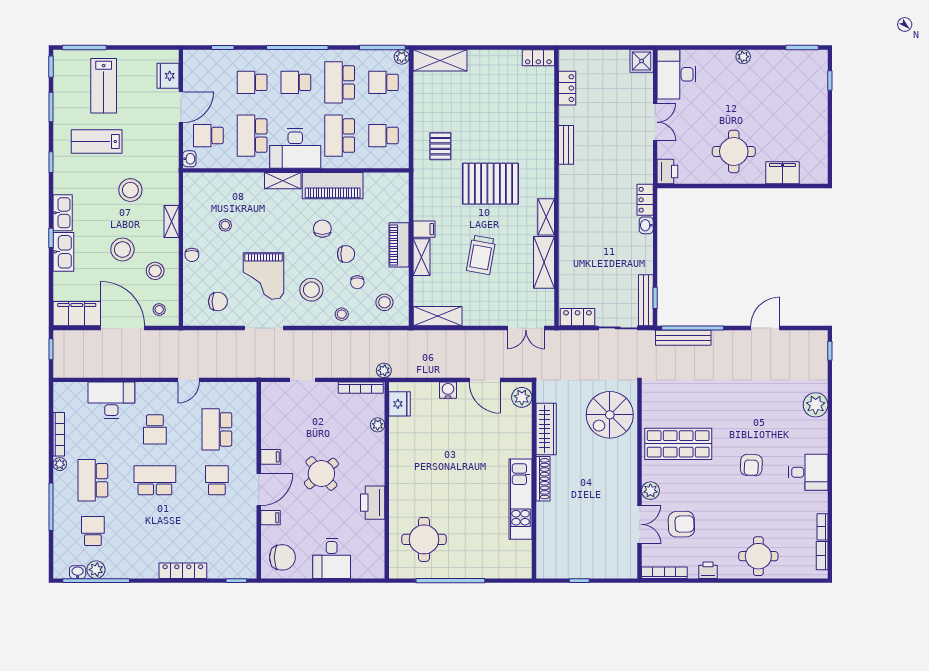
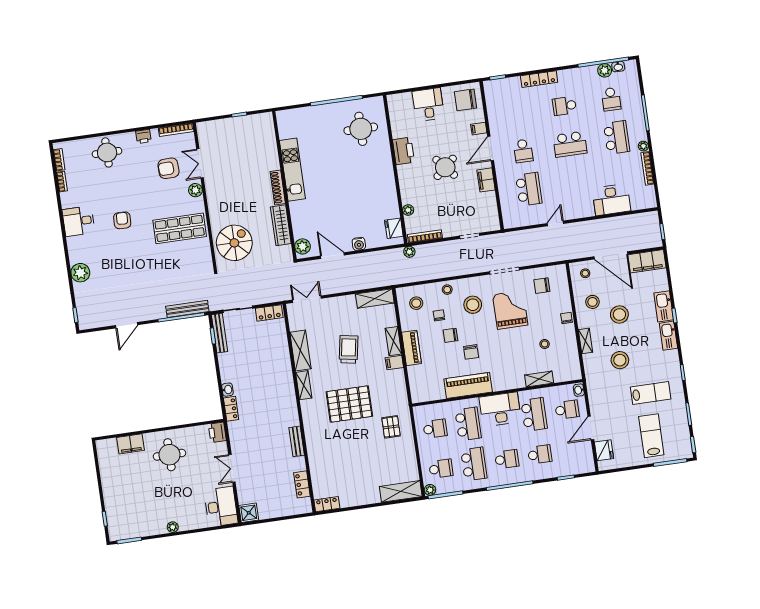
shelving: (283, 181) -> (539, 379), moved
school desk: (155, 429) -> (564, 106), moved, turned -90
filing cabinet: (271, 457) -> (486, 180), width x2.00

